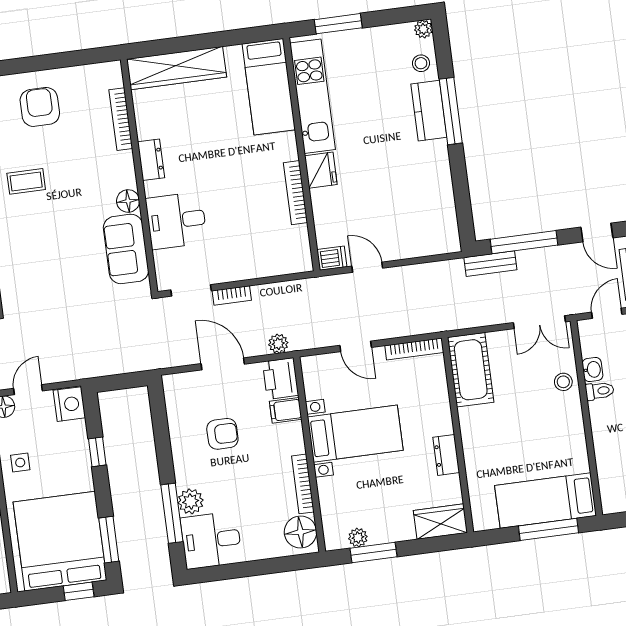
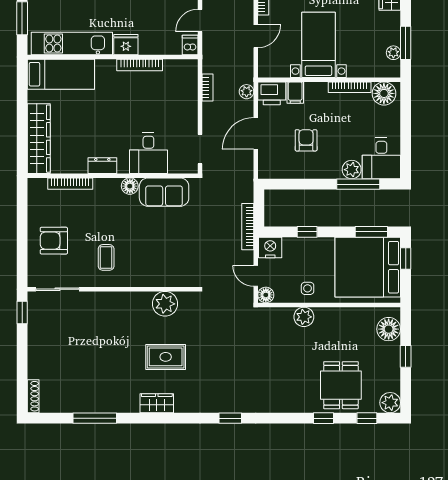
bookcase: (232, 295) -> (207, 88), moved
bookcase: (94, 370) -> (248, 227), added

